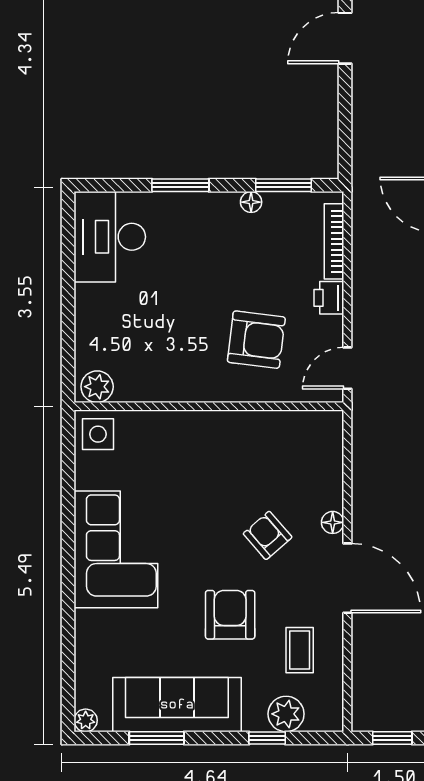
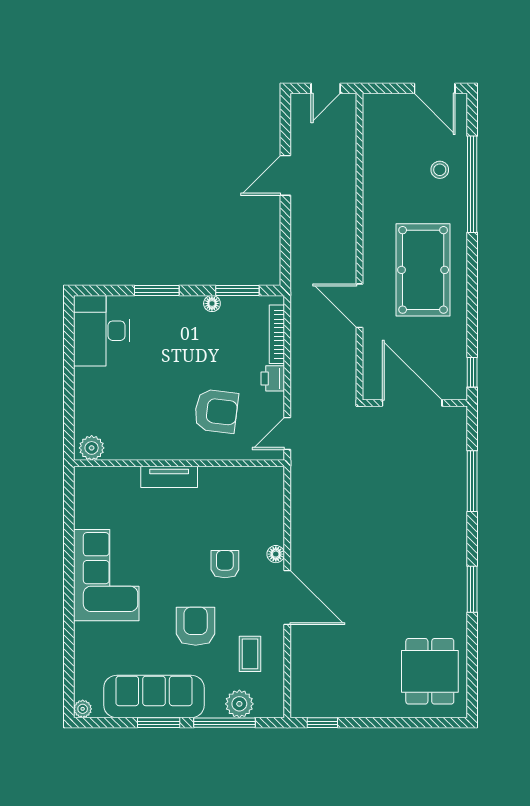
tv unit: (196, 424) -> (169, 477), added
side table: (98, 434) -> (92, 485), removed
armchair: (268, 535) -> (225, 564), turned 41
window: (157, 738) -> (159, 723), moved
window: (267, 738) -> (225, 723), width x2.17

